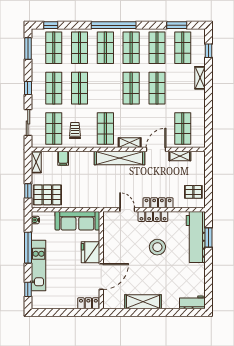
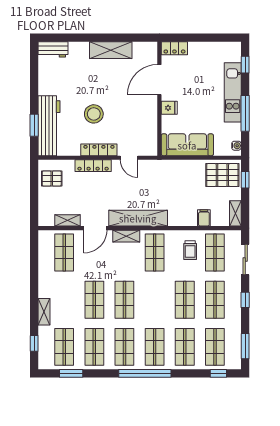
fridge: (90, 252) -> (169, 108), width x0.53, depth x0.75

